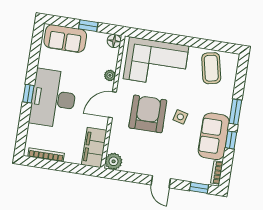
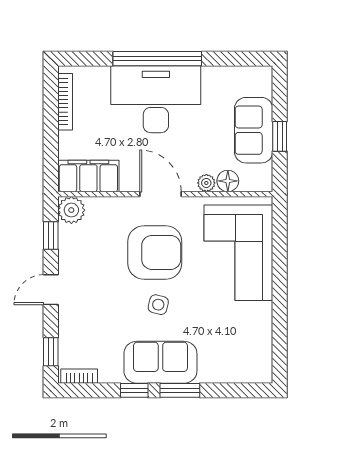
sofa: (65, 38) -> (254, 130), moved
floor lamp: (114, 41) -> (228, 181), moved
coffee table: (211, 68) -> (243, 341), removed
window: (28, 94) -> (157, 59), width x3.17
sofa: (214, 136) -> (160, 362), moved
window: (127, 176) -> (51, 235), added

